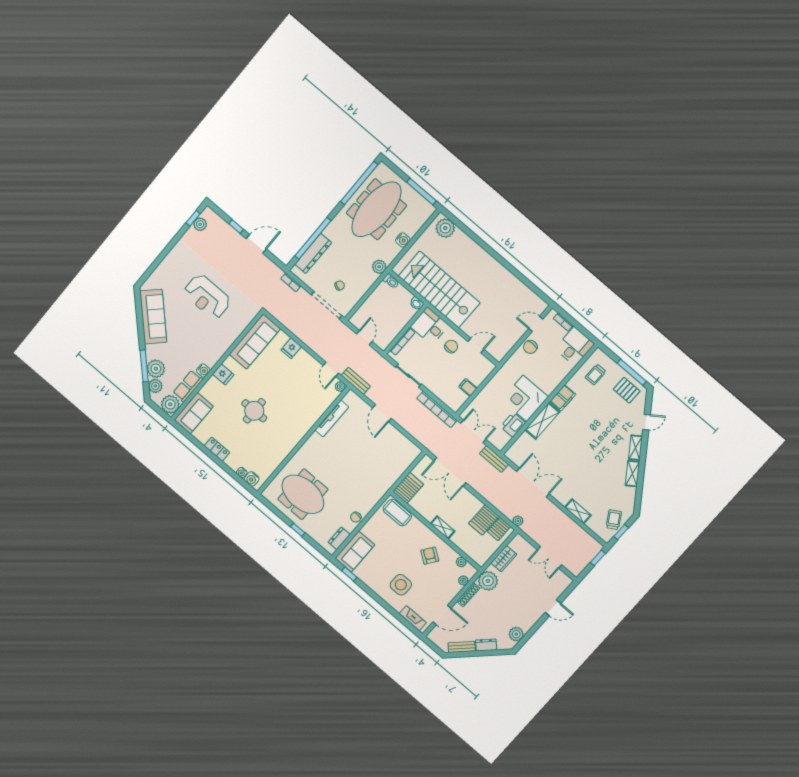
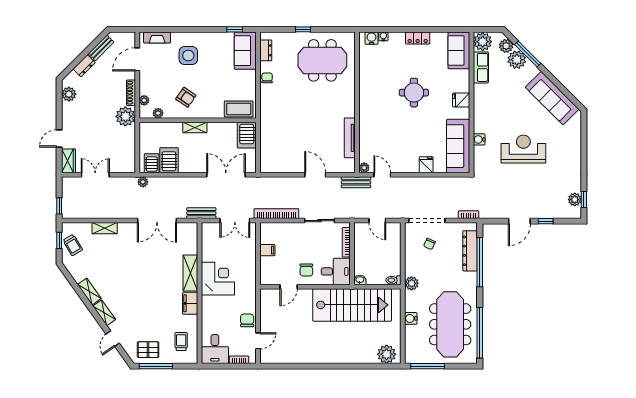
water cooler: (203, 370) -> (479, 139), moved
printer: (513, 425) -> (210, 251), removed
wardrobe: (504, 559) -> (69, 161), moved, turned 180

